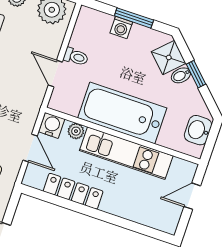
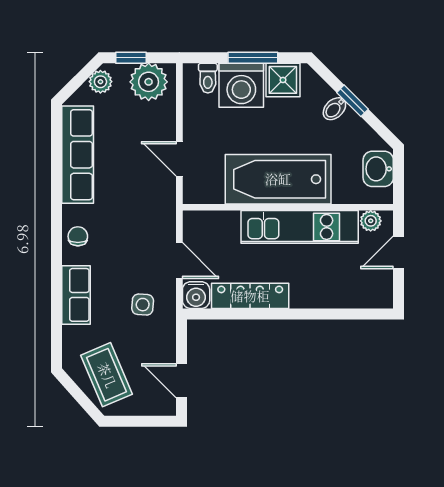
washing machine: (121, 28) -> (241, 85), width x1.89, depth x1.89
toilet: (76, 57) -> (208, 78), moved, turned 90
shower: (169, 57) -> (283, 80), moved, turned 45
water cooler: (52, 125) -> (196, 295), moved, turned 180
plant: (76, 131) -> (371, 221), moved

